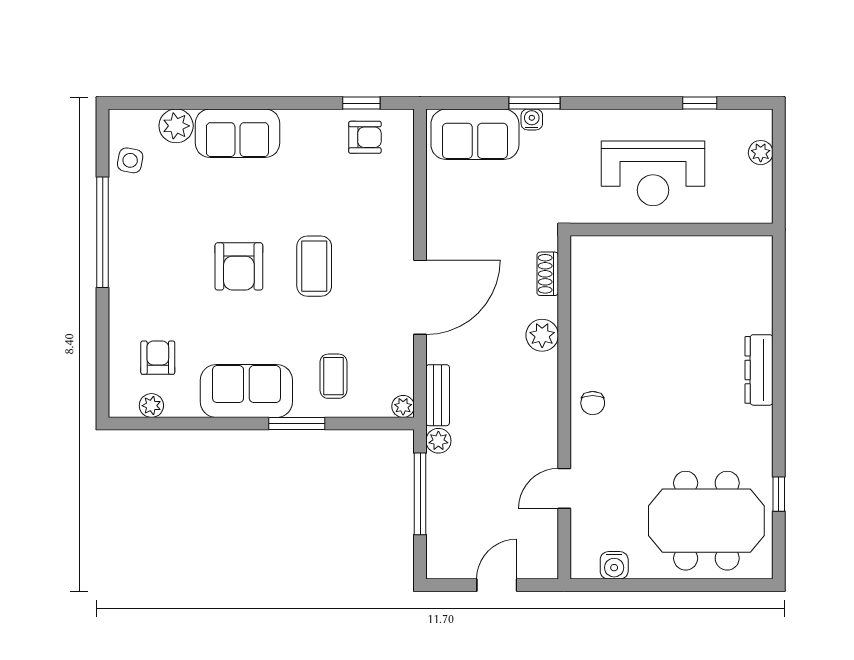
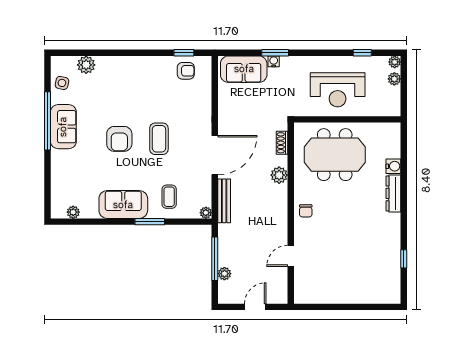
plant: (761, 120) -> (395, 62), added
sofa: (237, 133) -> (63, 127), moved, turned -90
armchair: (158, 358) -> (77, 187), removed
bench: (438, 395) -> (224, 201), width x1.36
plant: (438, 441) -> (224, 274), moved
meeting table: (706, 521) -> (335, 155), moved
water cooler: (614, 565) -> (393, 166), moved, turned -90

